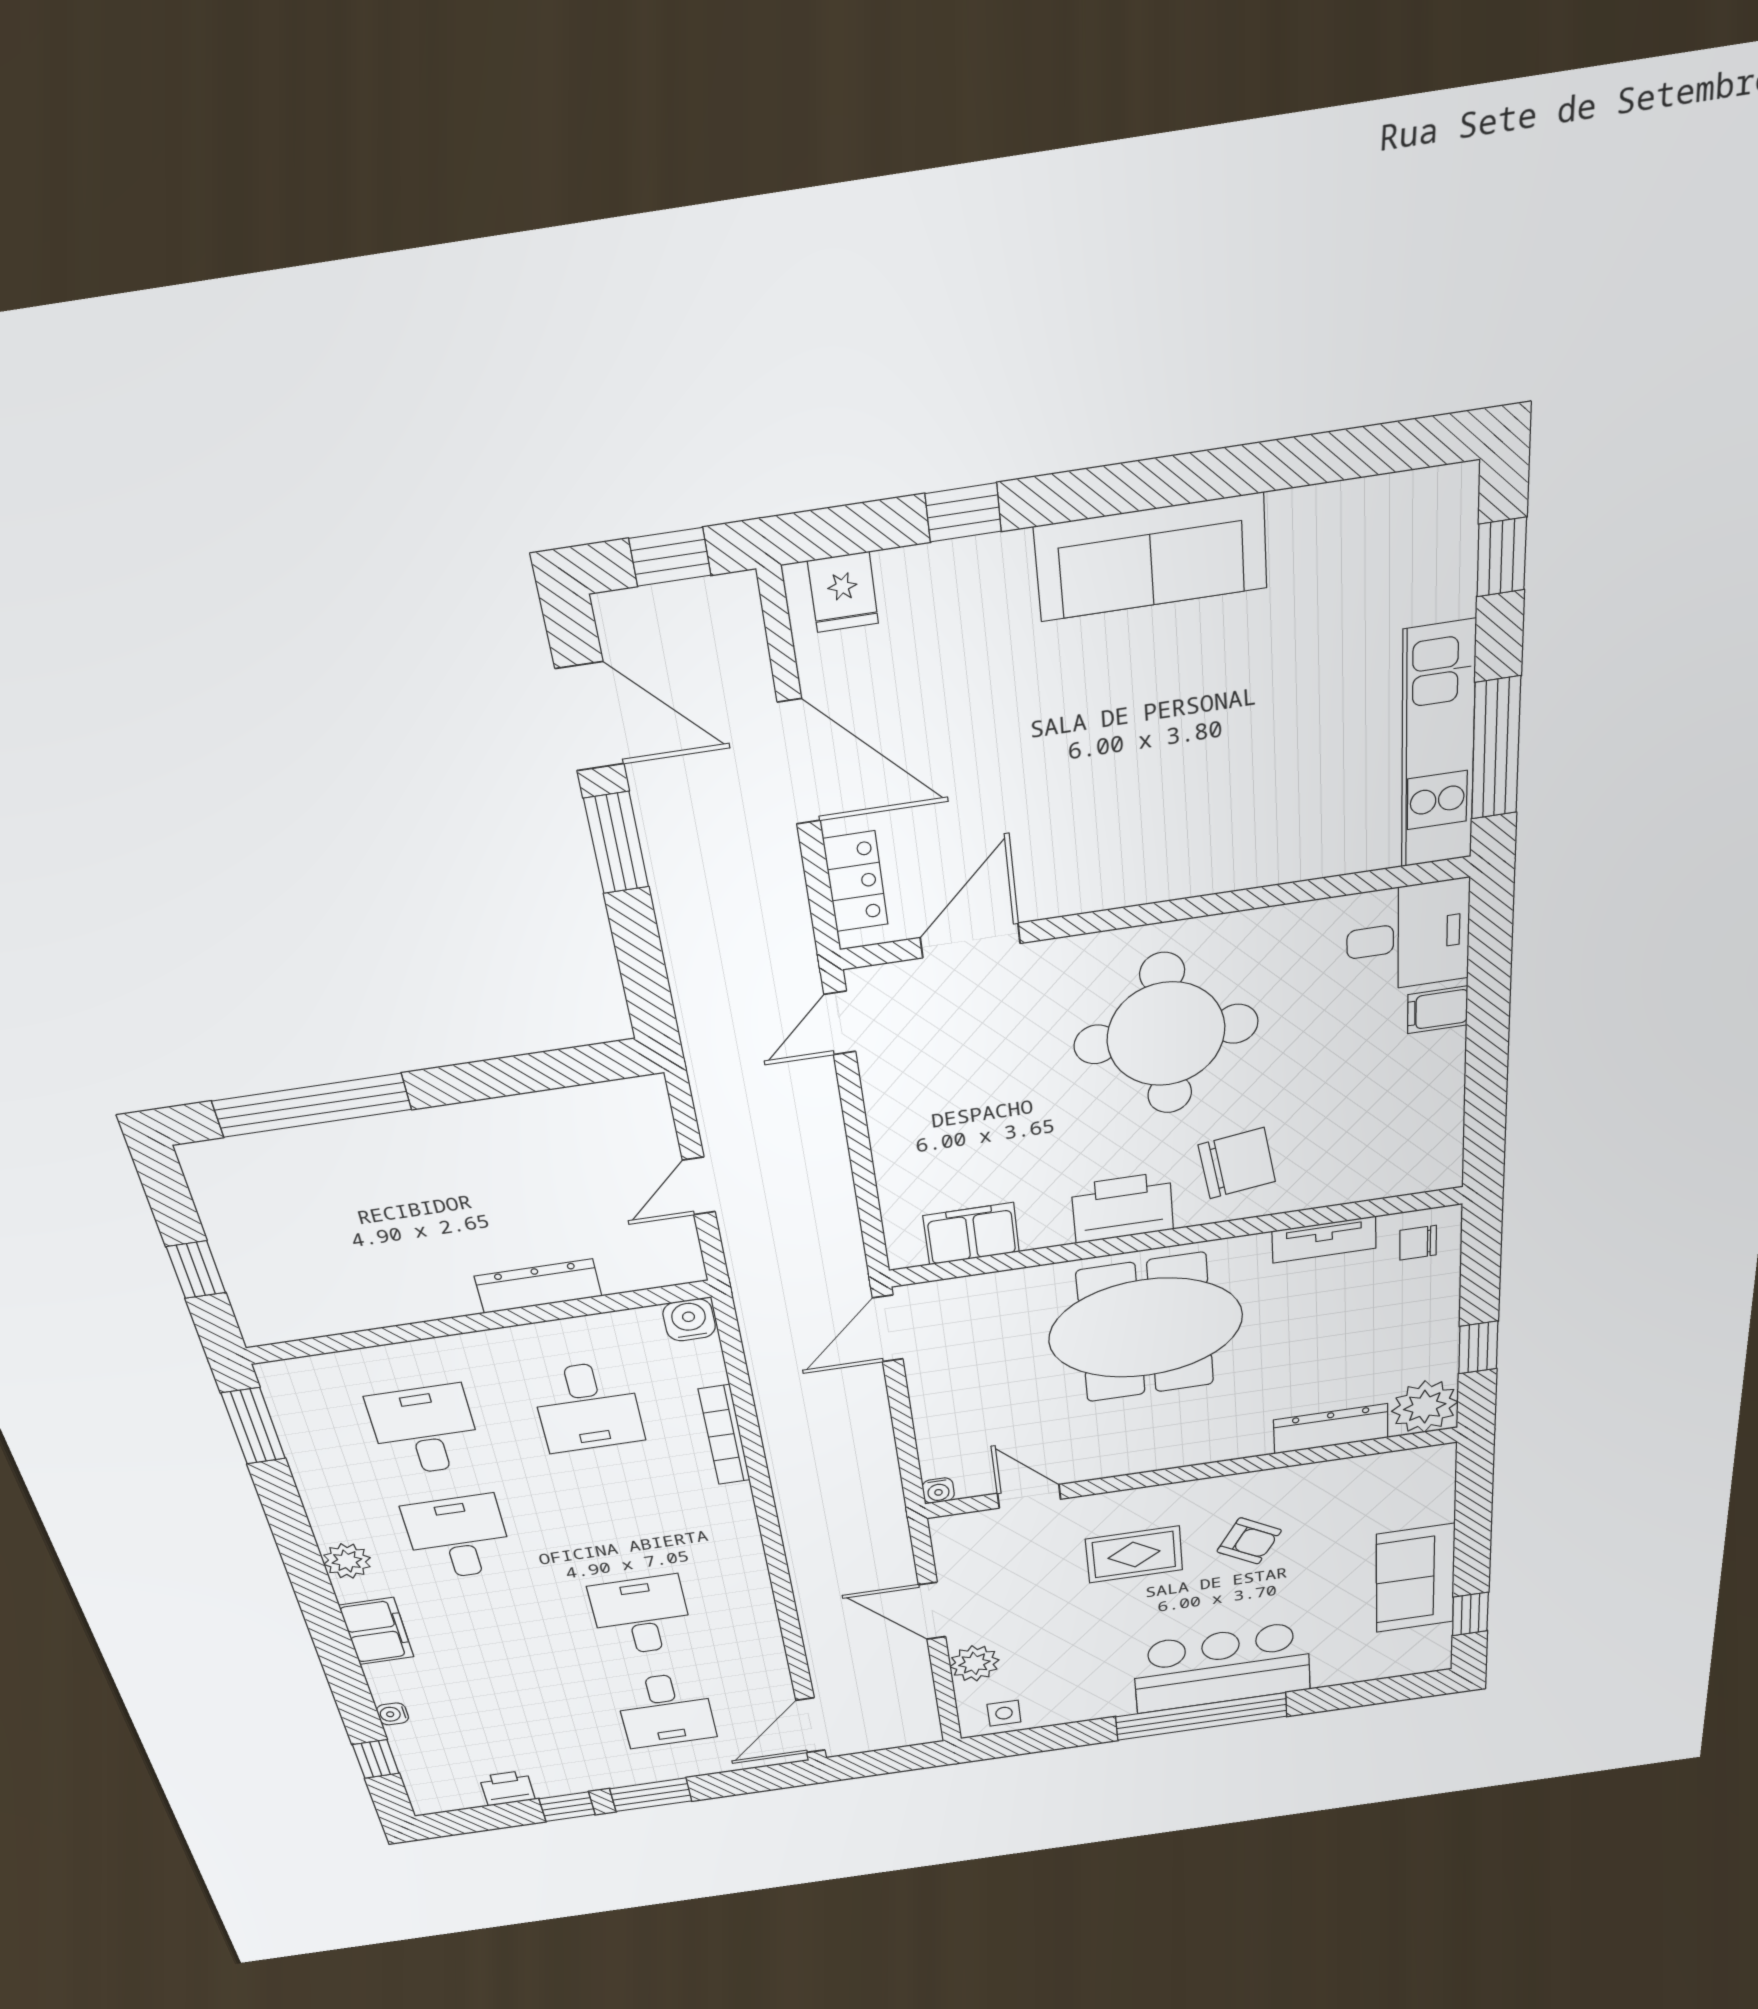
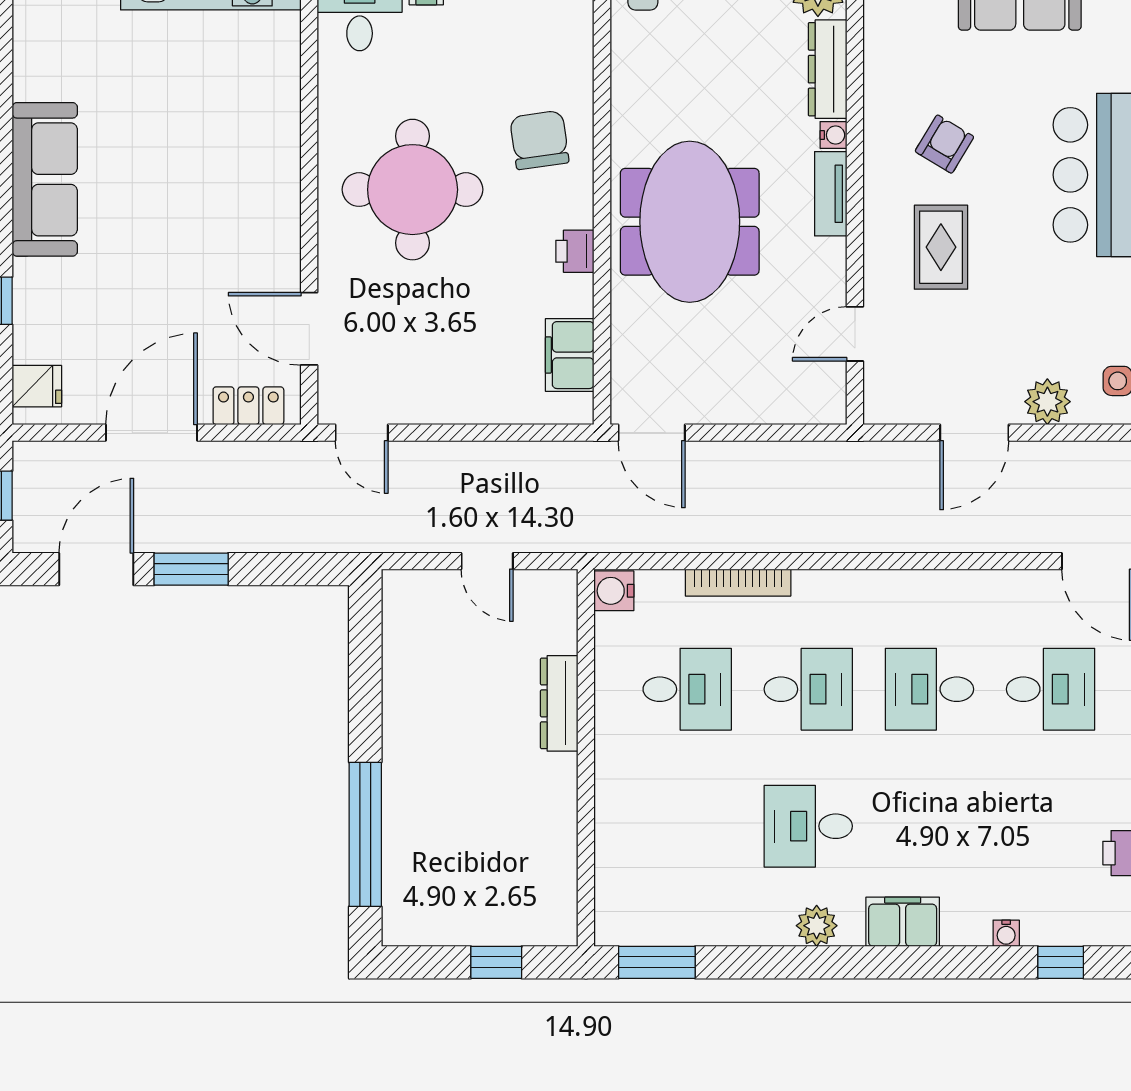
printer: (1122, 1207) -> (575, 251), width x0.53, depth x0.68
tv unit: (1324, 1240) -> (831, 194), moved, turned 180
desk: (425, 1430) -> (808, 689), moved, turned 180
water cooler: (938, 1491) -> (833, 135), moved

